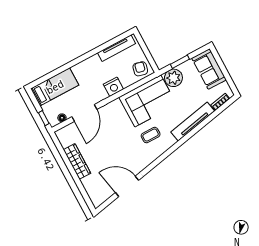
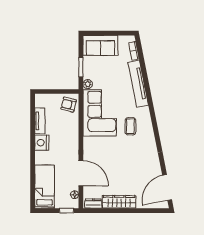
tv unit: (116, 48) -> (40, 121), width x0.71
plant: (173, 78) -> (88, 84), width x0.53, depth x0.53
nightstand: (113, 87) -> (42, 143), moved, turned 180
dresser: (63, 139) -> (93, 204), added
door: (127, 186) -> (167, 187), moved

